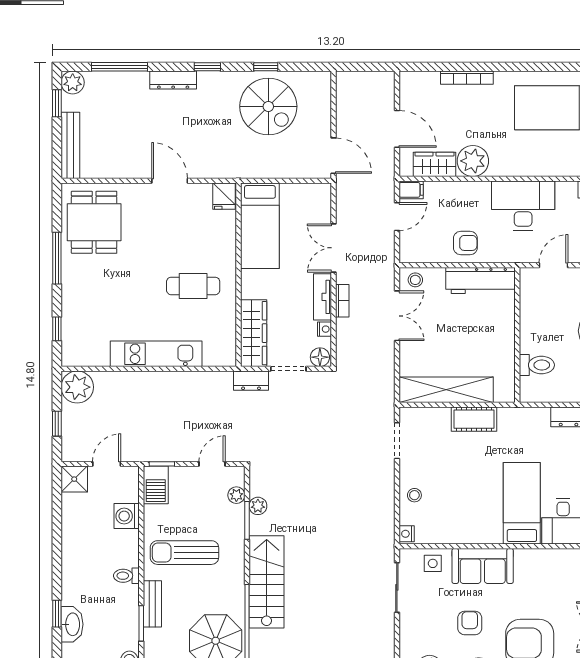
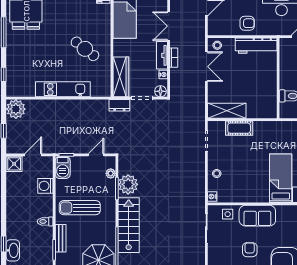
cafe table: (193, 286) -> (85, 49), turned 38
shelving: (446, 390) -> (227, 111), width x0.68
cot: (474, 419) -> (239, 128), moved
plant: (258, 506) -> (128, 184), width x1.88, depth x1.88

